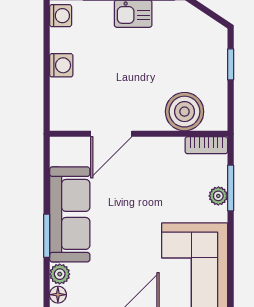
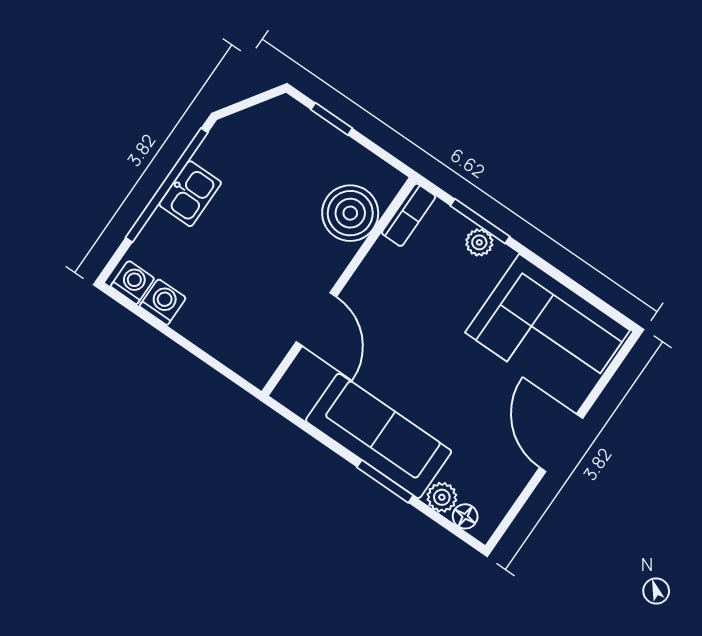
washing machine: (61, 65) -> (163, 302), moved

